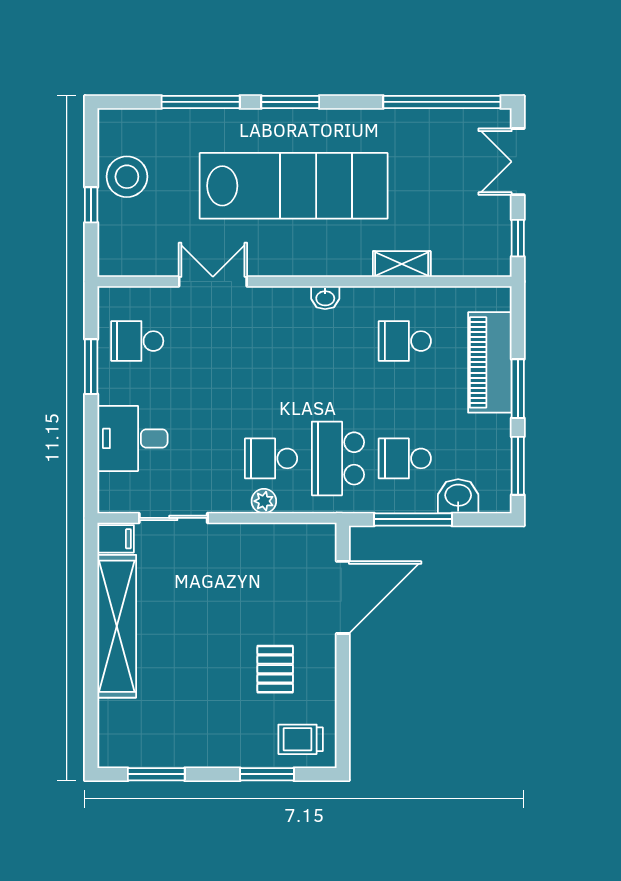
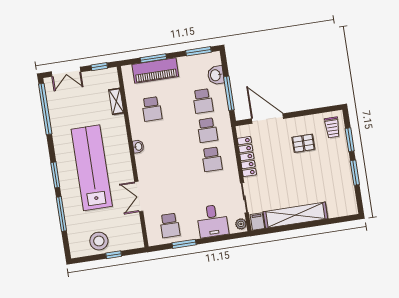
shelving: (402, 264) -> (116, 101), moved
window: (518, 389) -> (153, 58), moved
school desk: (338, 458) -> (207, 130), width x0.54
plant: (264, 501) -> (241, 224), moved
locker: (265, 538) -> (247, 157), added
window: (156, 774) -> (355, 173), moved

